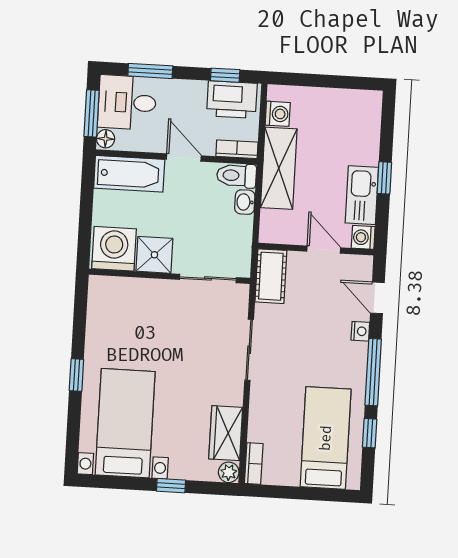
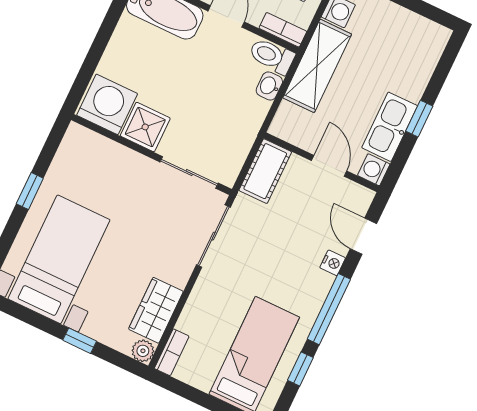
washing machine: (114, 249) -> (107, 104), moved
shower: (154, 255) -> (145, 127), moved
wall: (169, 276) -> (152, 155), moved
sliding door: (208, 278) -> (189, 173), moved

